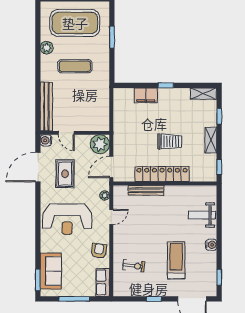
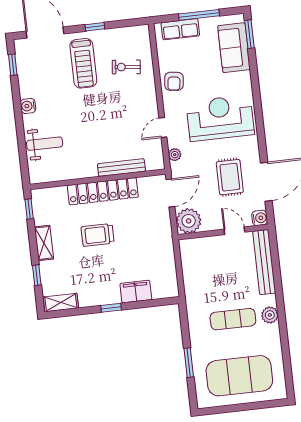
plant: (47, 48) -> (270, 315), moved
treadmill: (176, 260) -> (83, 63), moved
row of seats: (103, 282) -> (180, 29), moved, turned 90

